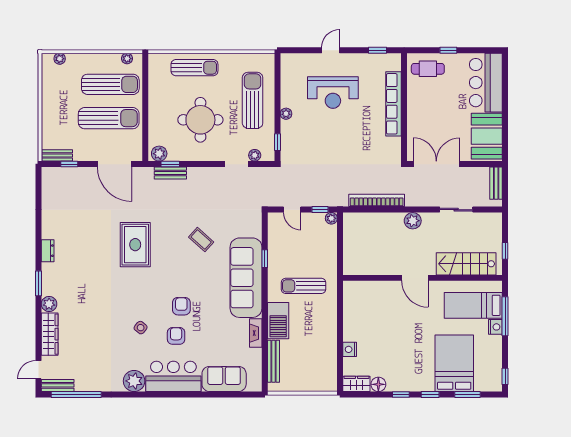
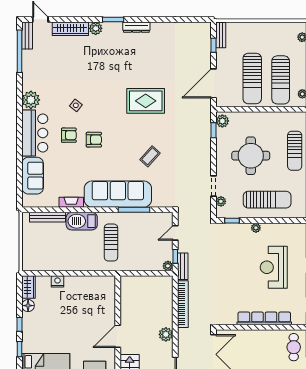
bench: (170, 173) -> (183, 266), moved
dresser: (48, 251) -> (136, 27), width x1.44
window: (265, 259) -> (134, 210), width x2.17
sun lounger: (303, 286) -> (111, 243), turned 180

